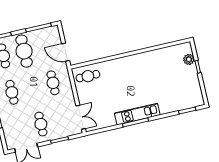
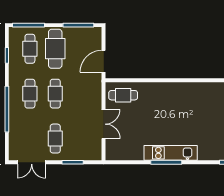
door: (66, 52) -> (104, 61), hinge flipped
cafe table: (53, 83) -> (55, 94), moved
double door: (81, 117) -> (104, 124), moved

